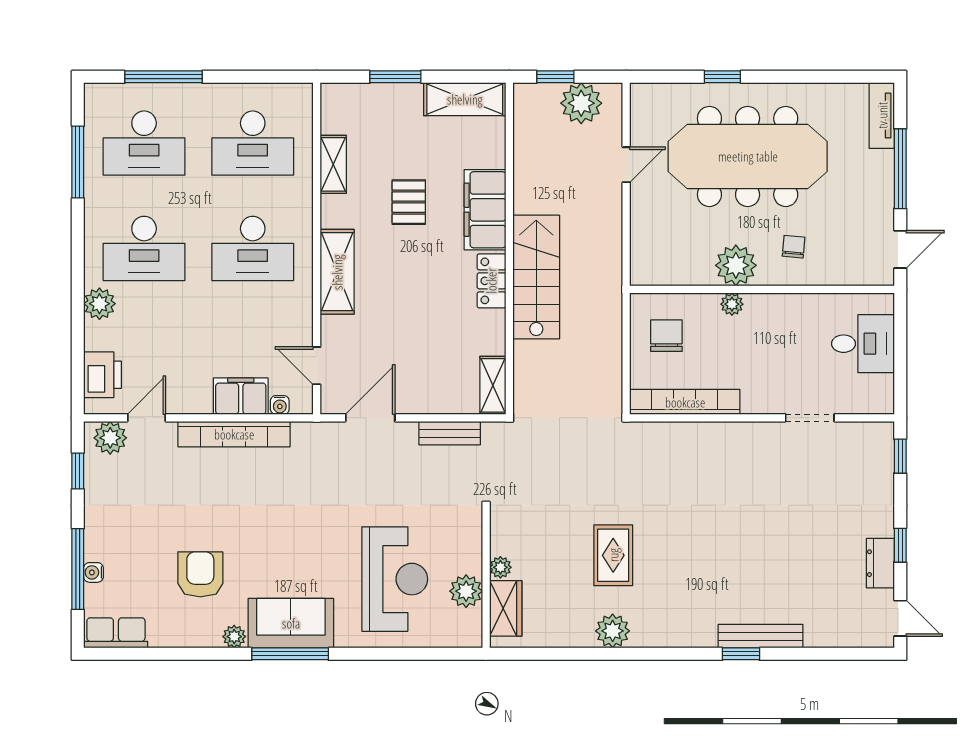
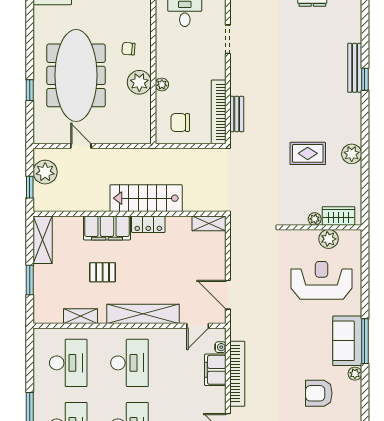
shelving: (337, 272) -> (143, 314), width x1.47
bench: (450, 433) -> (237, 114), moved

